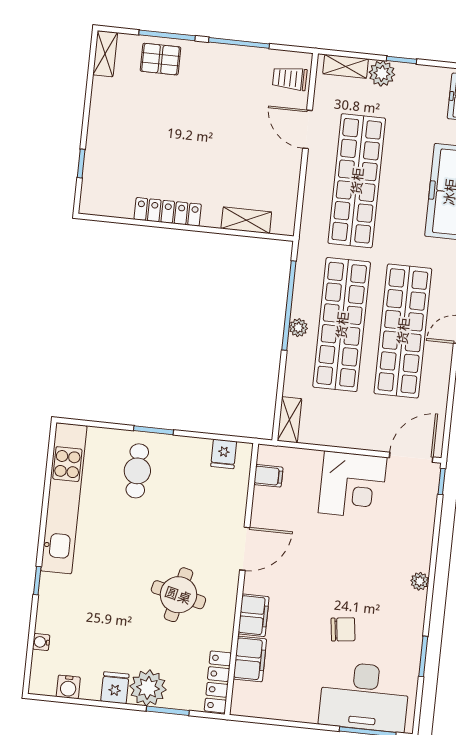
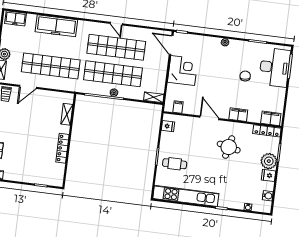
filing cabinet: (250, 659) -> (271, 118), moved

